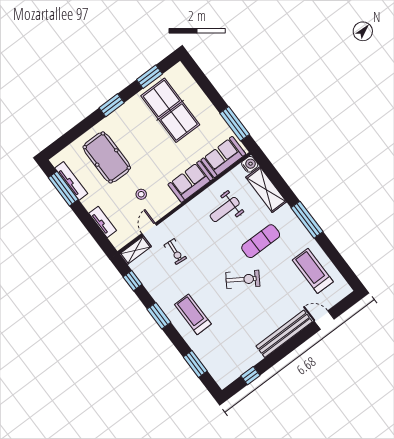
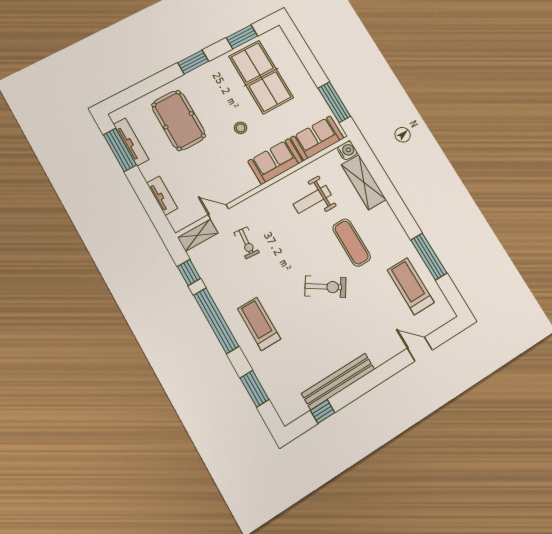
stool: (141, 194) -> (241, 128), moved
window: (307, 220) -> (429, 257), moved
door: (149, 229) -> (218, 212), hinge flipped
exercise mat: (261, 241) -> (352, 243), turned 90
window: (159, 316) -> (216, 321), width x2.11
bench: (284, 334) -> (338, 381), moved

